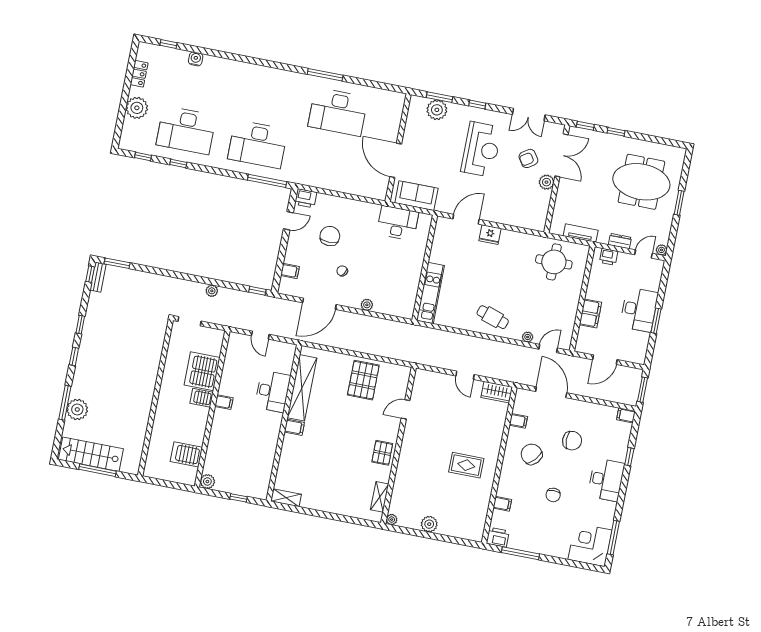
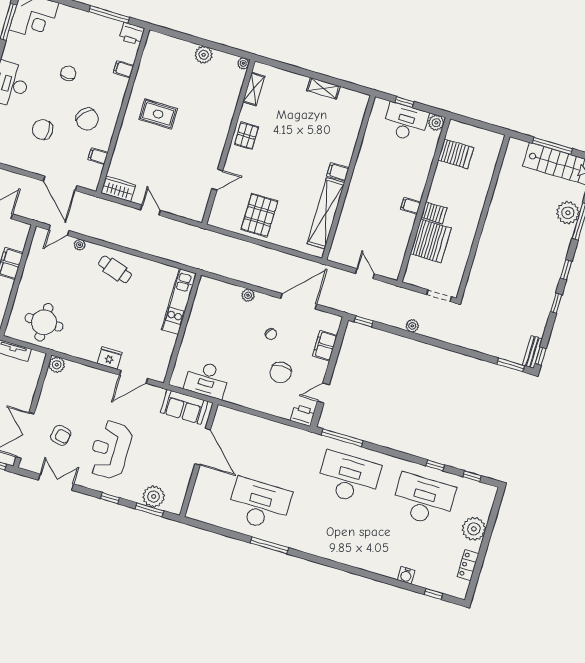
armchair: (528, 158) -> (61, 435), turned 45
plant: (546, 182) -> (57, 365), moved
filing cabinet: (290, 271) -> (325, 346), width x2.00
desk: (273, 391) -> (405, 122), moved, turned 90
shelving: (286, 498) -> (323, 88), moved

